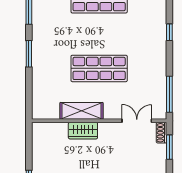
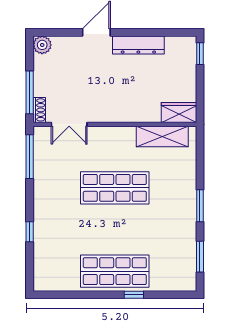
shelving: (81, 111) -> (162, 136), moved
wardrobe: (83, 131) -> (179, 112), moved
window: (169, 147) -> (30, 92), width x1.44

